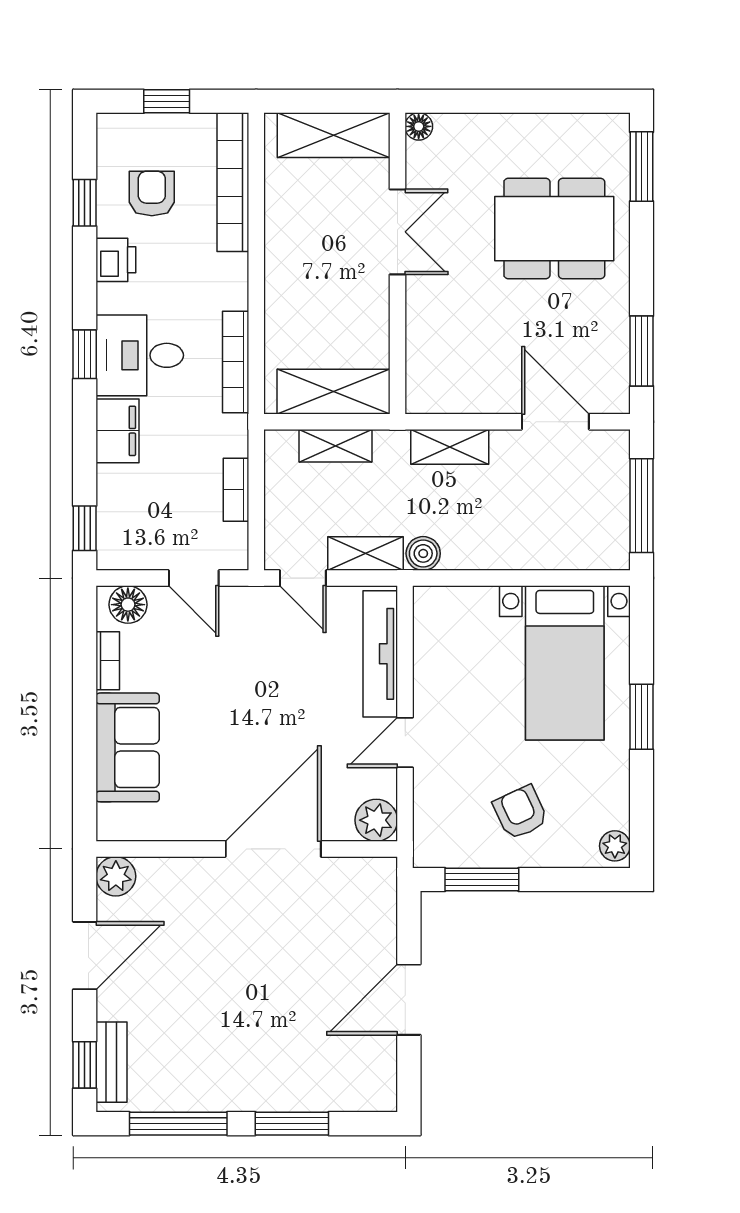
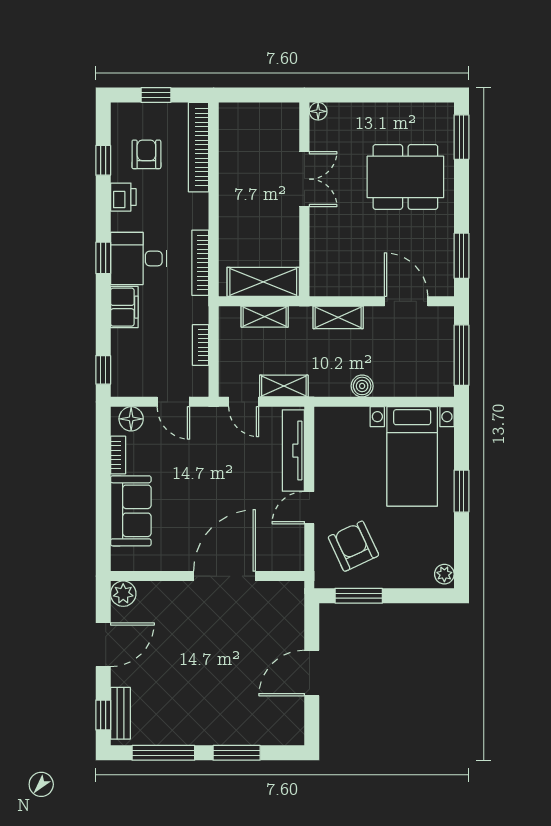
shelving: (334, 135) -> (263, 117), removed
boiler: (423, 553) -> (362, 386), moved
armchair: (520, 812) -> (353, 546), moved, width x1.38, depth x1.38
plant: (376, 820) -> (291, 558), removed

